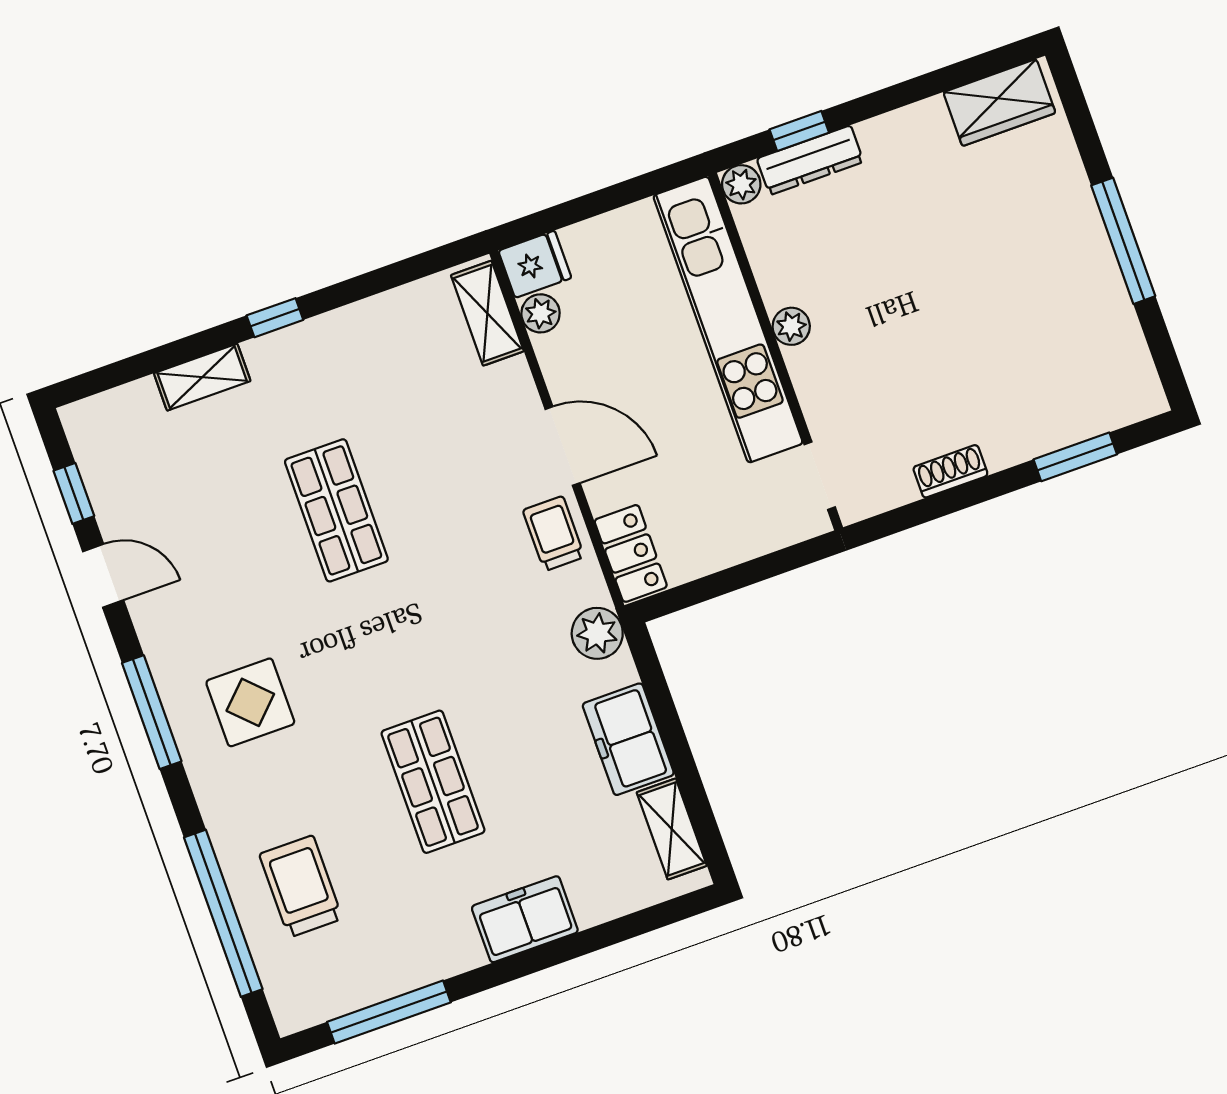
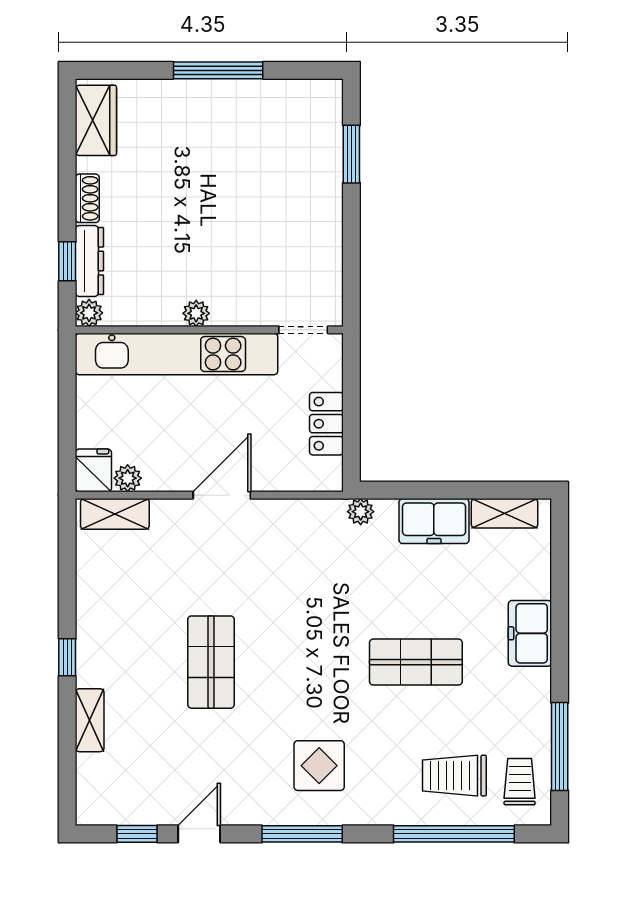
shoe rack: (950, 471) -> (87, 198), moved, turned 180
shop shelf: (336, 510) -> (211, 662), turned 90
trolley: (554, 534) -> (520, 782), moved, turned 90
locker: (631, 553) -> (326, 424), moved, turned -90
plant: (597, 633) -> (361, 512), width x0.73, depth x0.73

